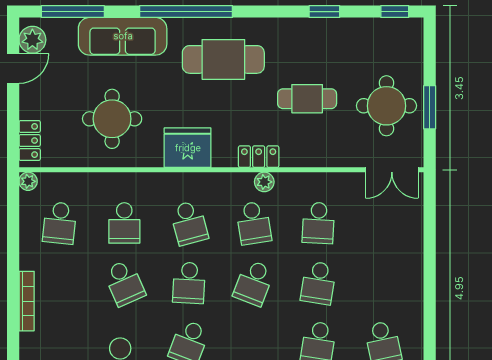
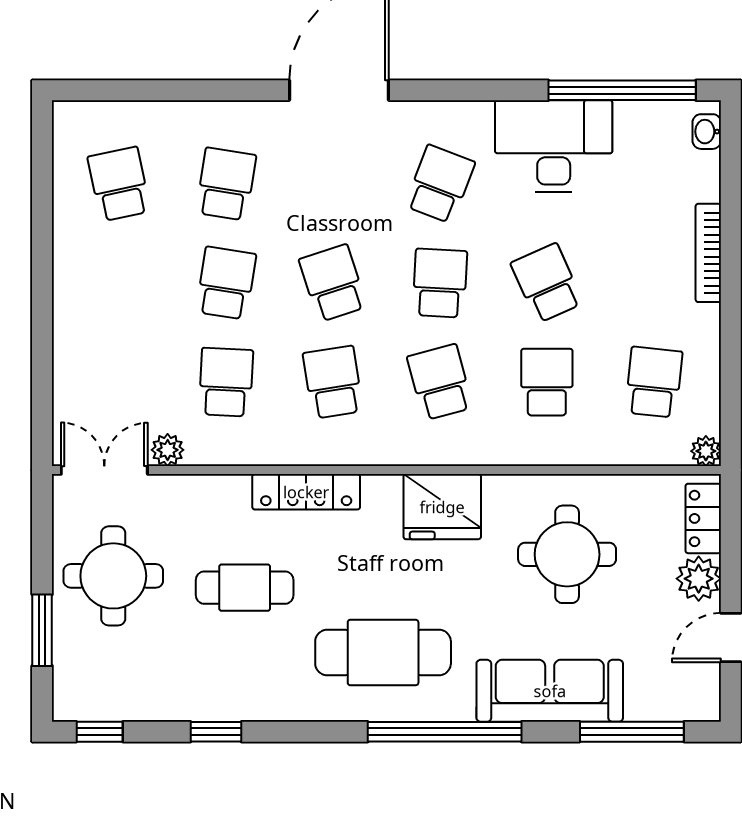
plant: (32, 40) -> (699, 579), moved
window: (430, 107) -> (42, 630), moved
locker: (259, 157) -> (306, 492), width x1.53
plant: (264, 182) -> (168, 450), moved
school desk: (254, 283) -> (333, 283), turned -39

